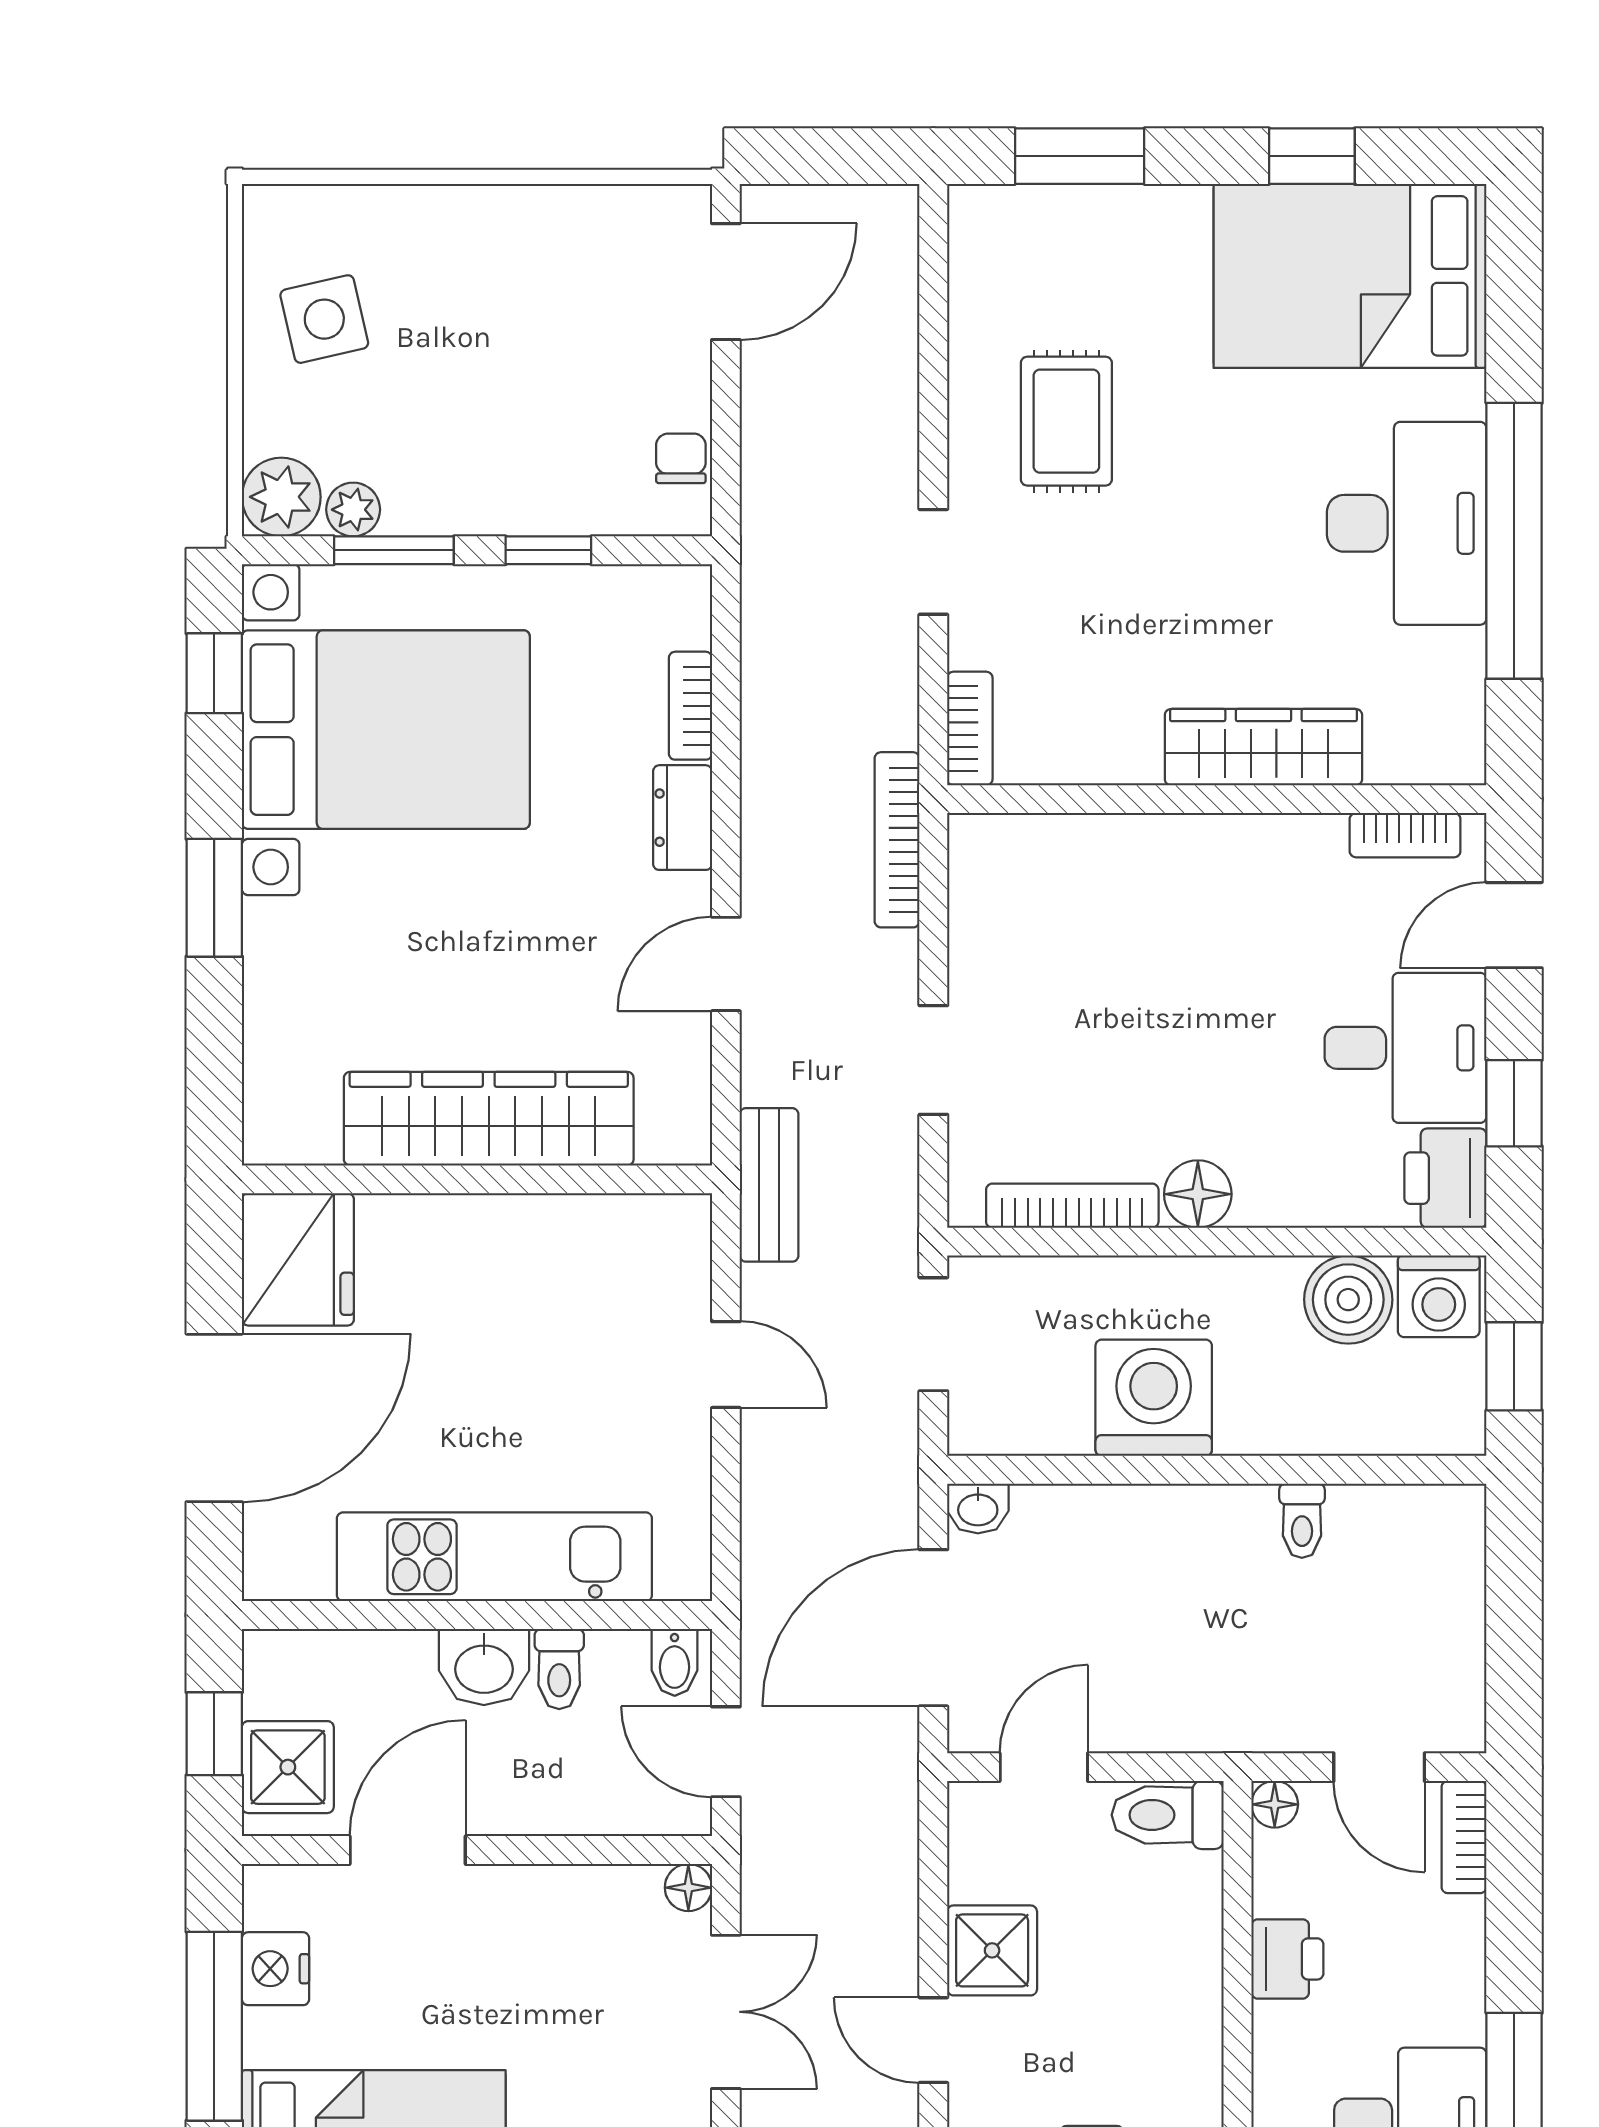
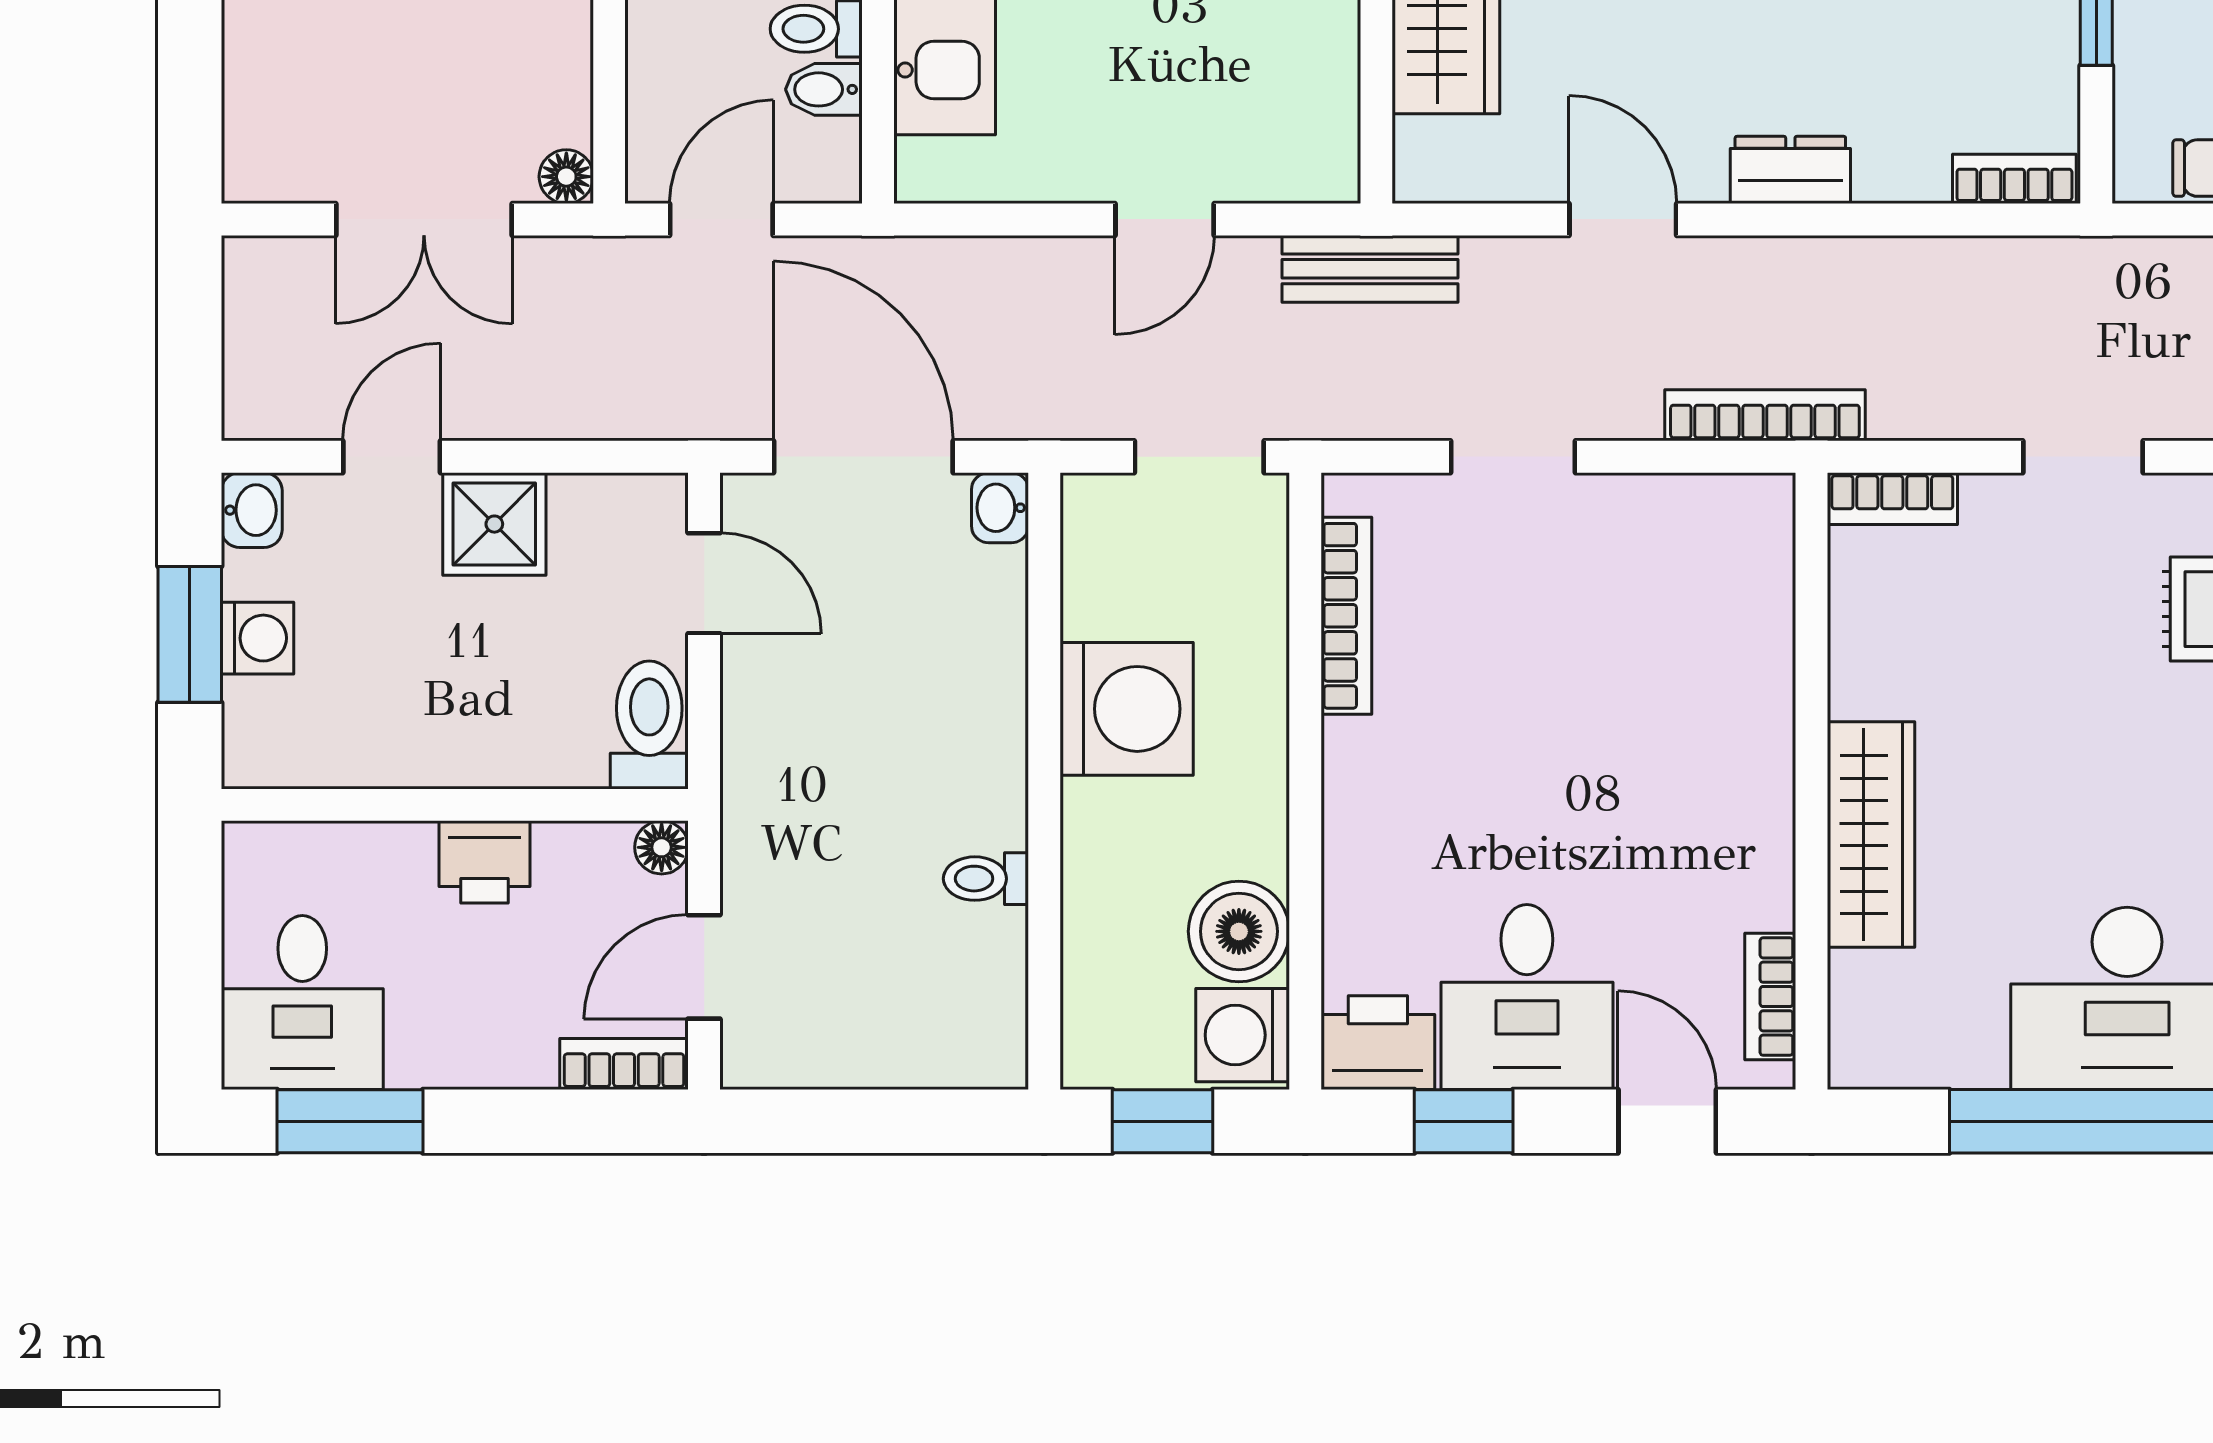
bookcase: (690, 706) -> (2014, 179), moved
floor lamp: (1198, 1194) -> (1360, 759), removed
bidet: (675, 1662) -> (824, 89), moved

